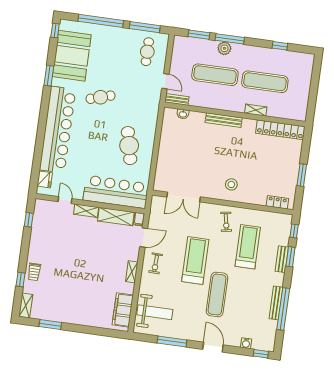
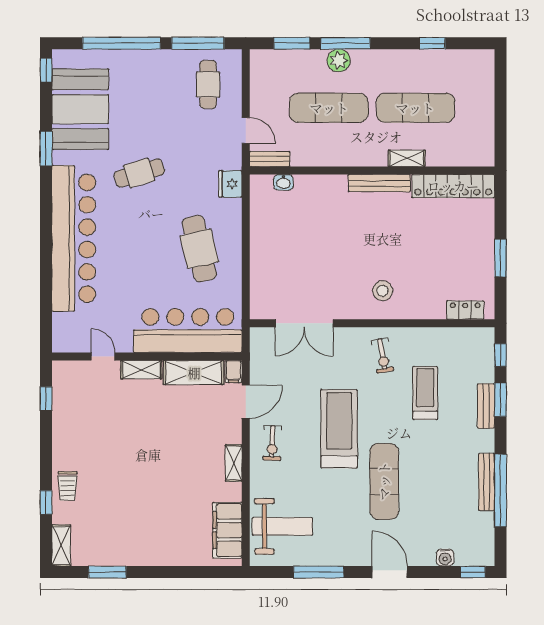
bench: (224, 120) -> (379, 183), moved
fridge: (45, 179) -> (230, 184), moved, turned 180
treadmill: (248, 247) -> (425, 393), width x0.73, depth x0.73

